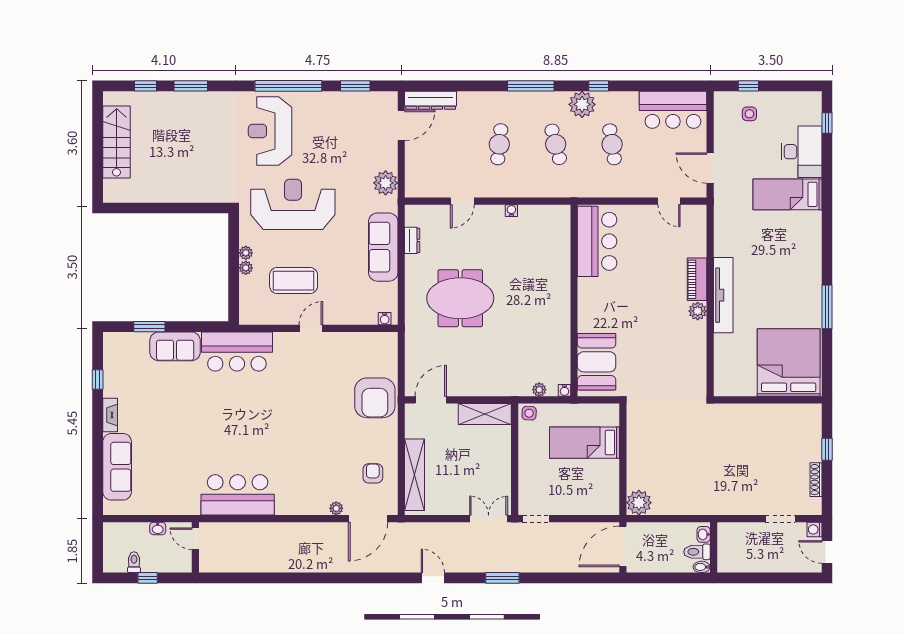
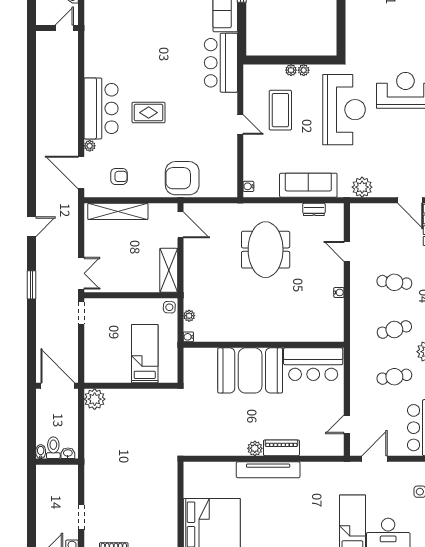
booth: (597, 362) -> (250, 370), moved, width x1.36, depth x1.42
rug: (296, 438) -> (149, 113), added
bar counter: (238, 495) -> (101, 108), moved

